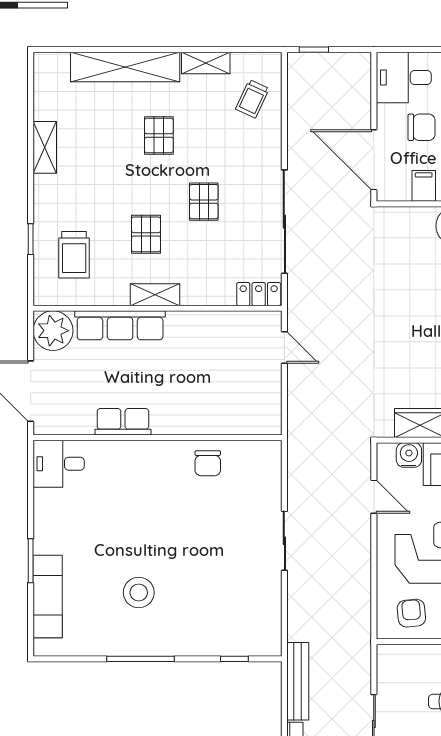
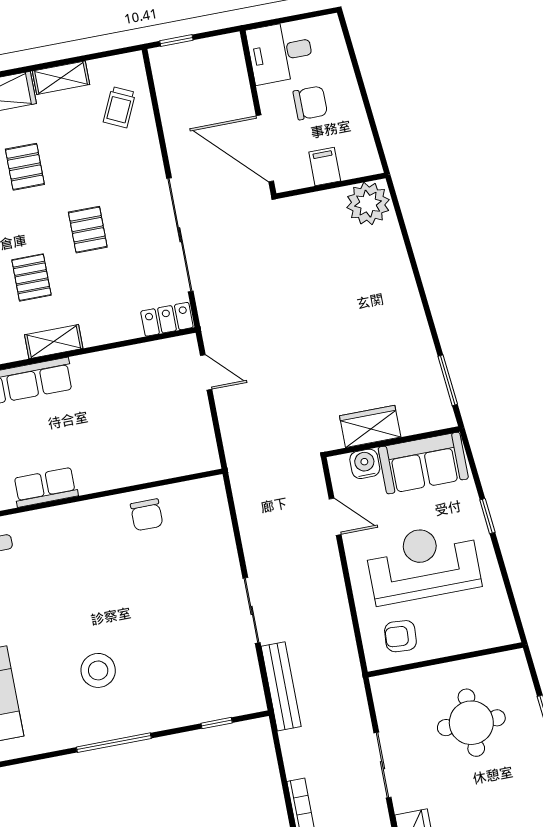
sliding door: (284, 541) -> (252, 610), moved
armchair: (411, 613) -> (400, 636), turned -81
bench: (298, 681) -> (281, 686), moved

